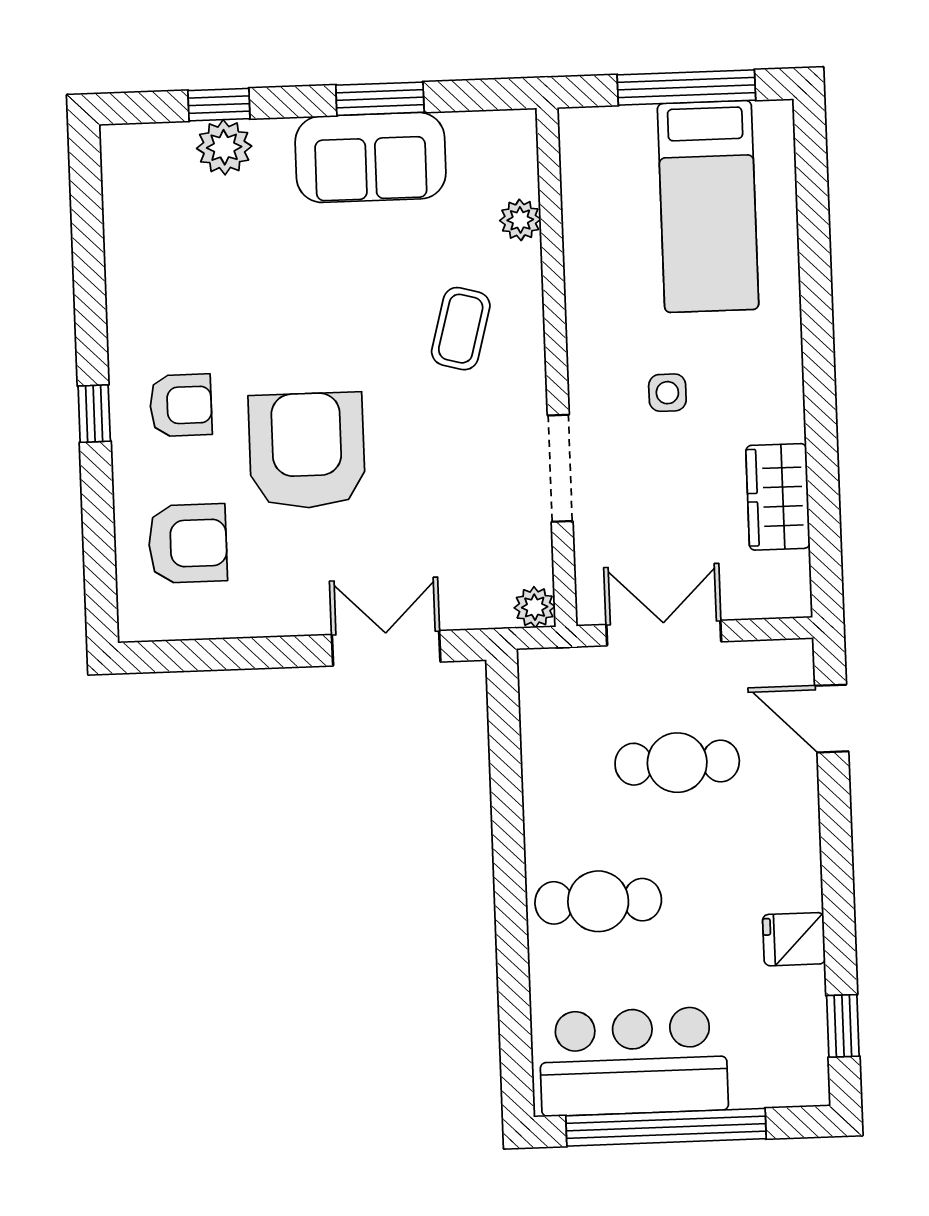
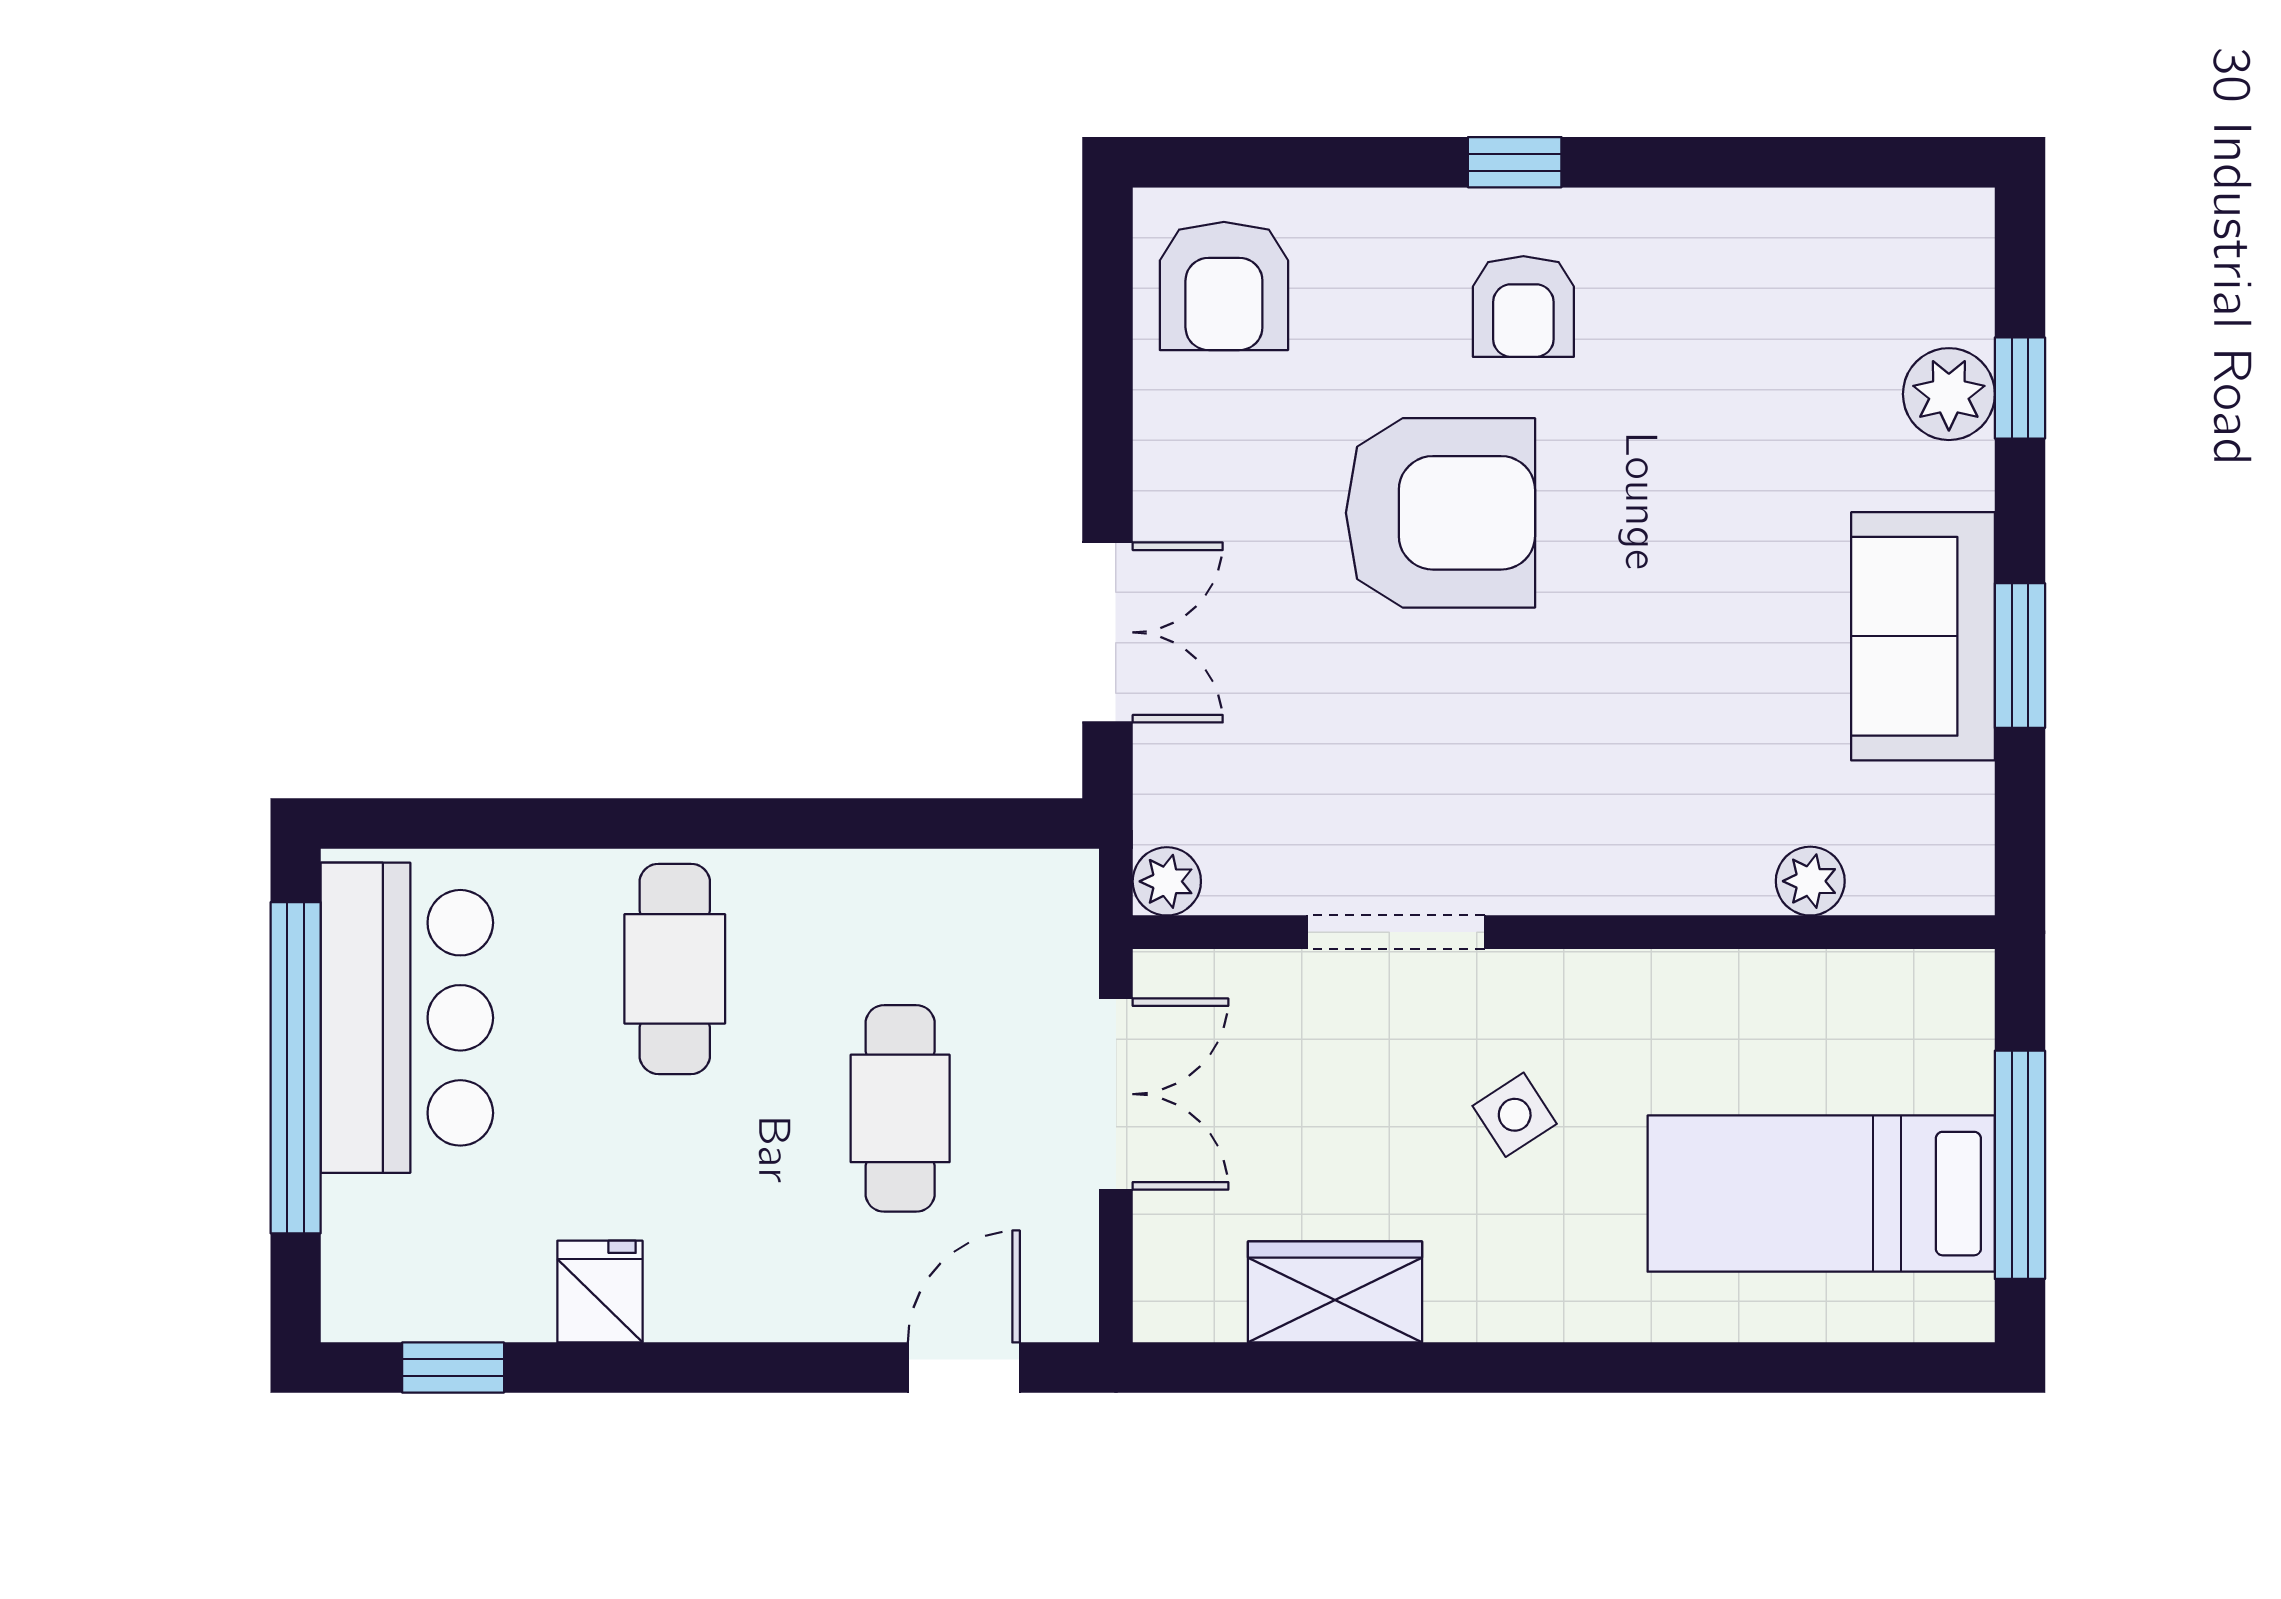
coffee table: (461, 329) -> (1634, 776), removed
side table: (667, 393) -> (1515, 1115), turned -33
armchair: (188, 543) -> (1224, 286), moved

